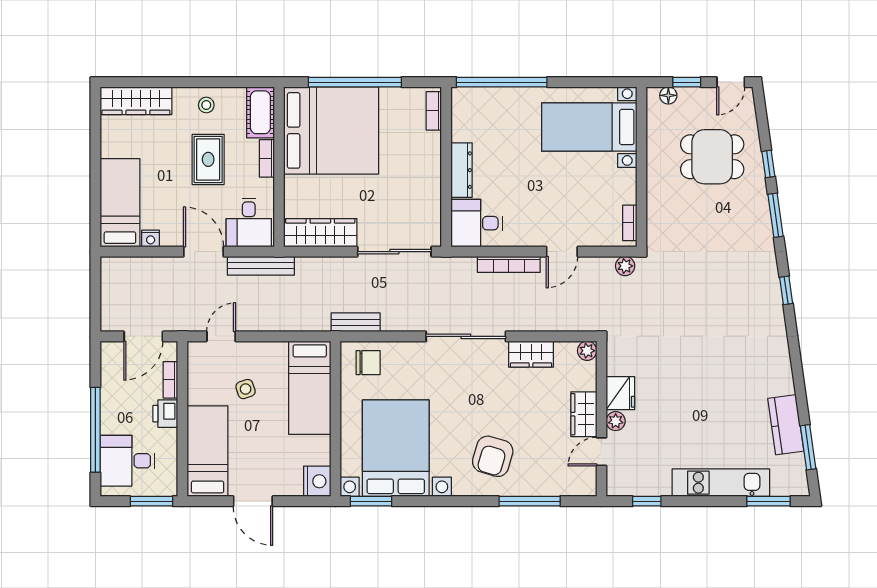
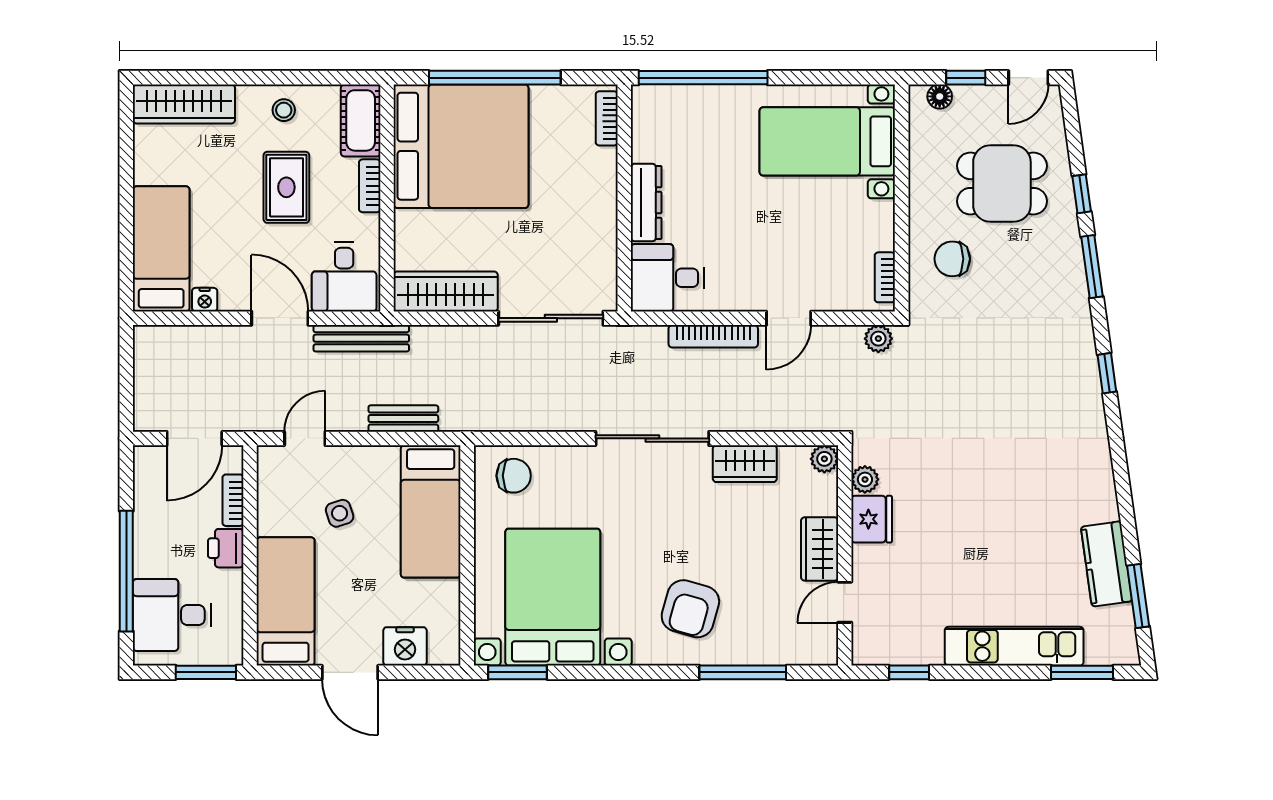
chair: (677, 210) -> (952, 259), added
bench: (356, 322) -> (403, 419), moved
plant: (616, 421) -> (865, 479), moved
nightstand: (317, 481) -> (405, 646), moved, turned 90

